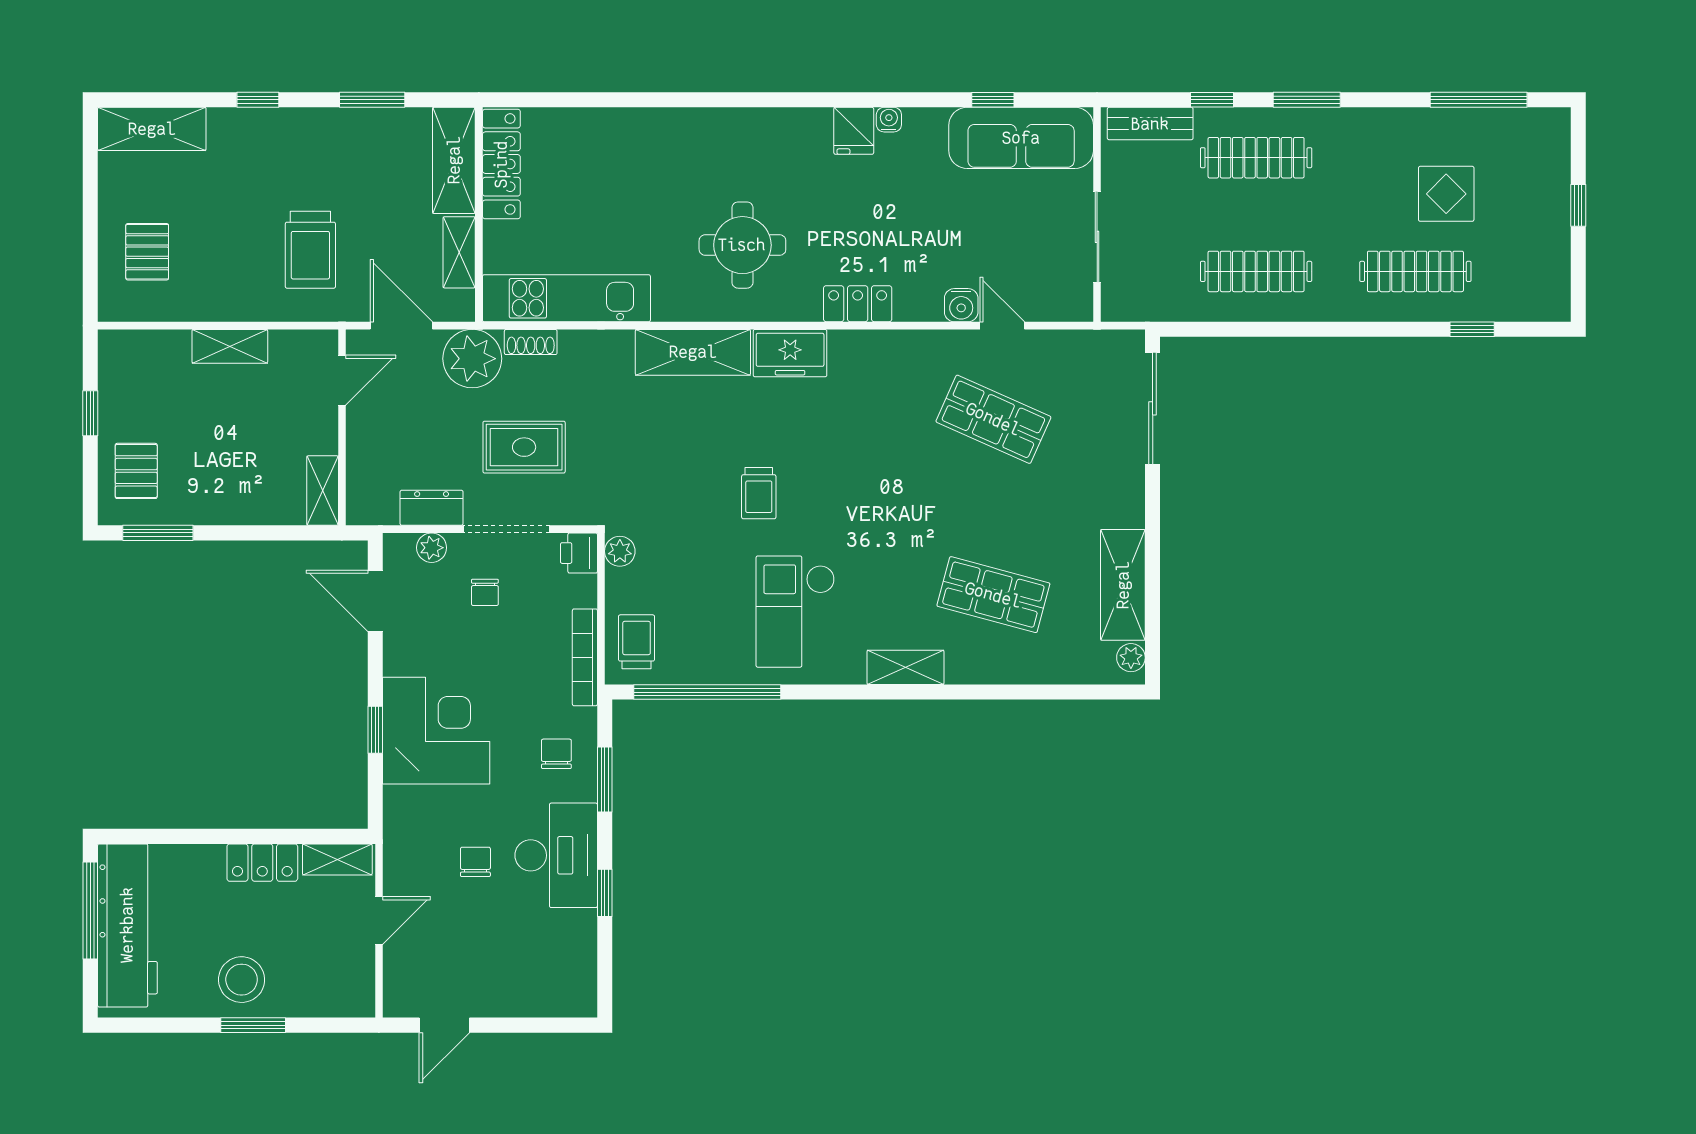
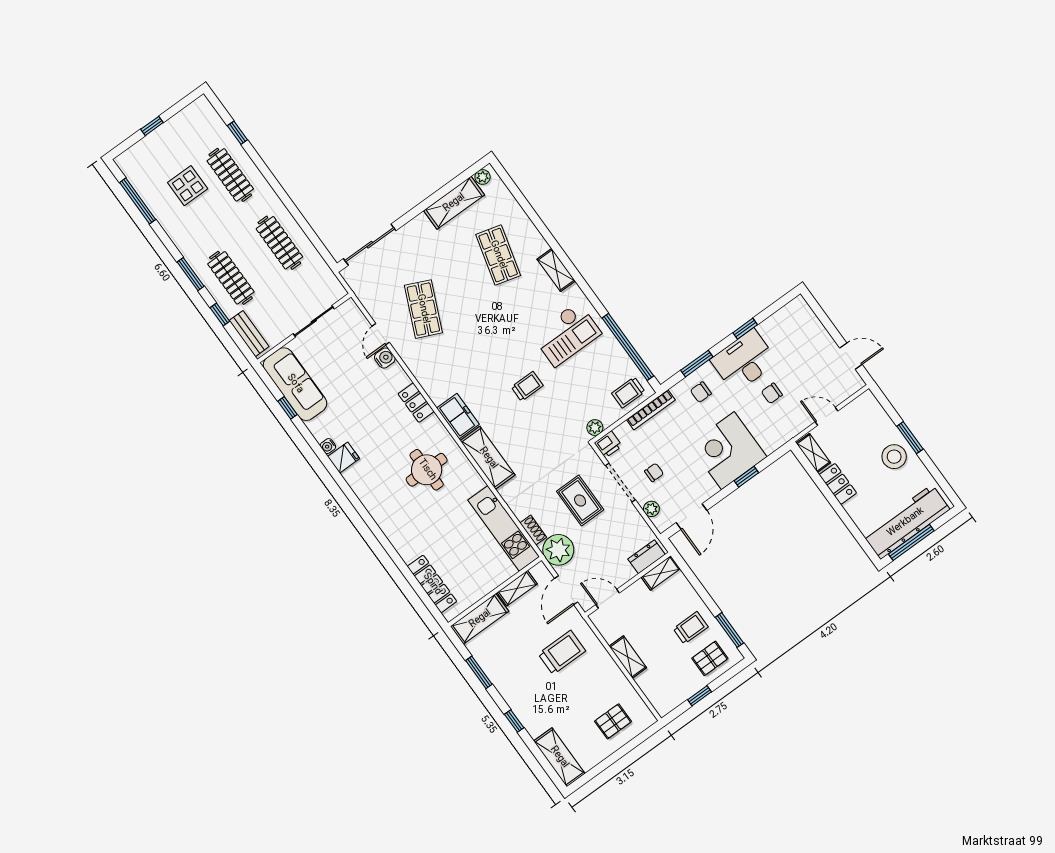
locker: (501, 164) -> (432, 584), moved, turned 90
trolley: (205, 475) -> (691, 628), added
dresser: (432, 508) -> (647, 557), moved, turned 90

